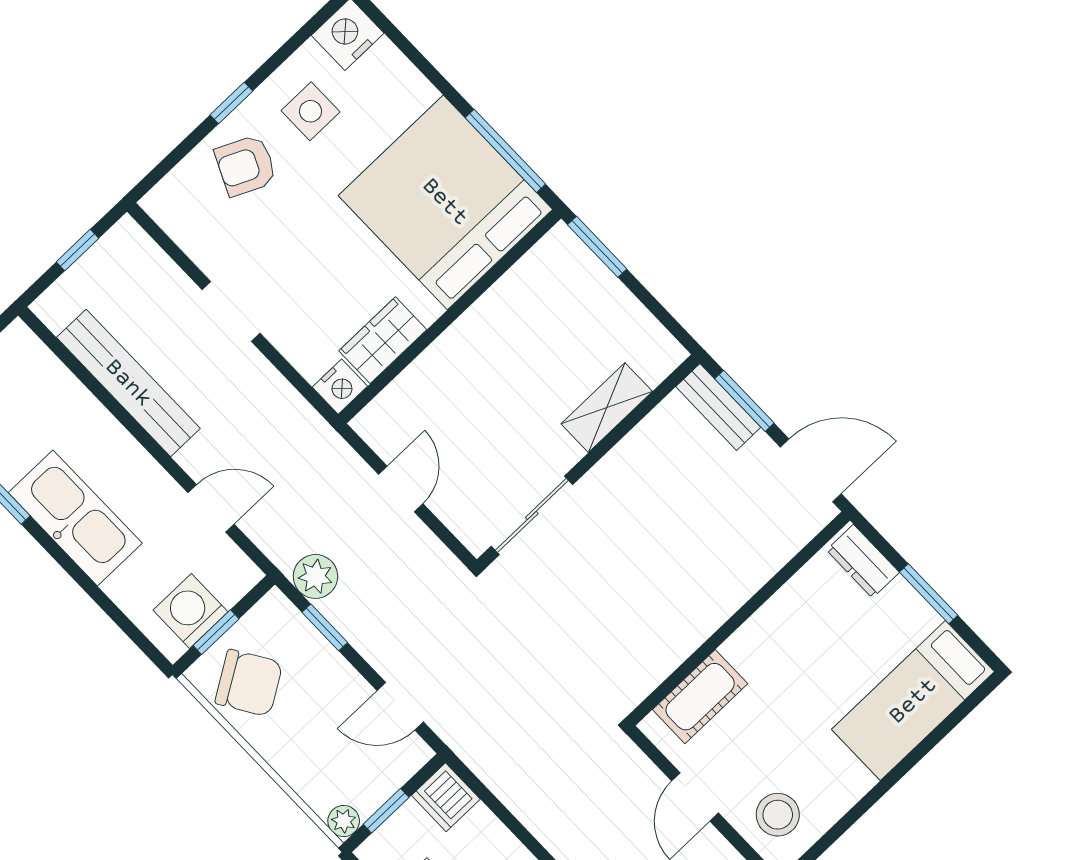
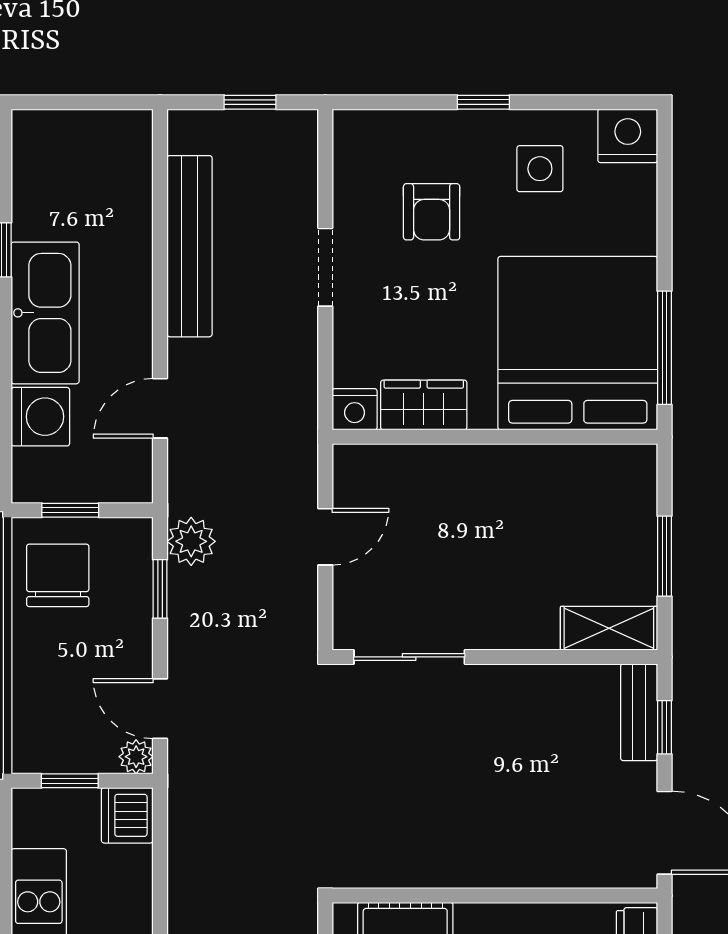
armchair: (246, 166) -> (432, 212), moved, turned -115
window: (597, 247) -> (664, 556), moved
window: (744, 401) -> (664, 727), width x0.67
shelving: (607, 408) -> (609, 628), moved
door: (211, 508) -> (160, 408), swing flipped
washing machine: (191, 611) -> (40, 417), moved, turned 90
chair: (249, 683) -> (58, 575), turned -148
plant: (344, 821) -> (136, 757), moved

